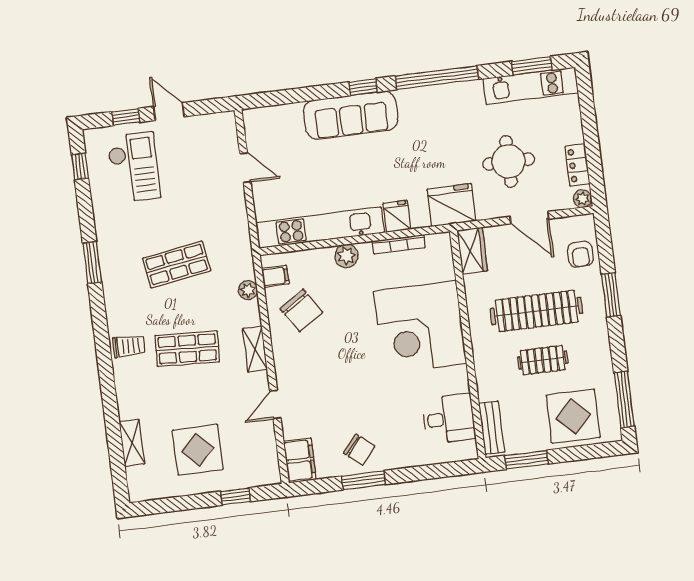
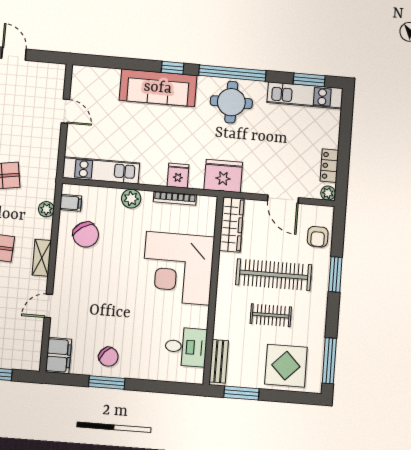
round table: (508, 162) -> (231, 102), moved
kitchen unit: (320, 228) -> (101, 170), width x0.73
wardrobe: (472, 251) -> (232, 225), width x1.50

